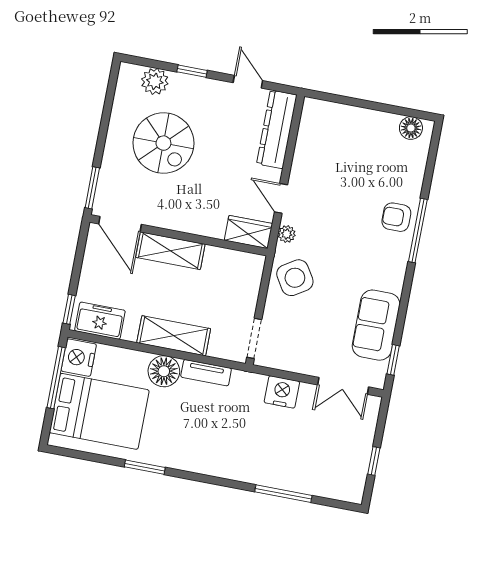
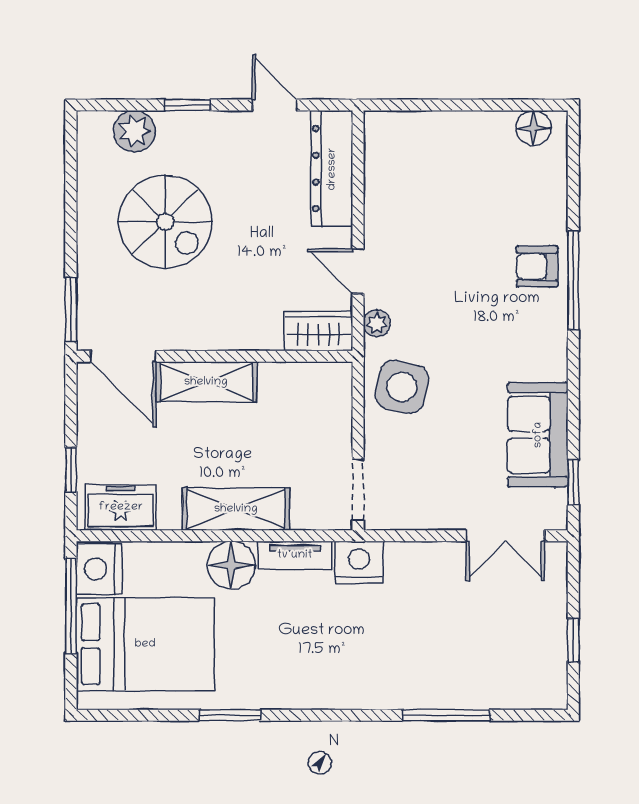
side table: (295, 278) -> (402, 387), turned 45
window: (69, 309) -> (71, 470), moved
nightstand: (282, 392) -> (359, 563), moved

